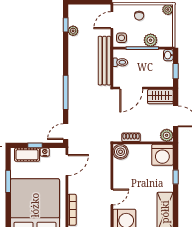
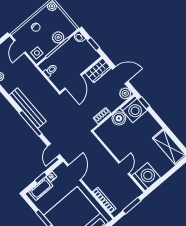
bench: (104, 61) -> (28, 108), moved
boiler: (121, 152) -> (119, 118), moved
window: (176, 177) -> (144, 103), moved

